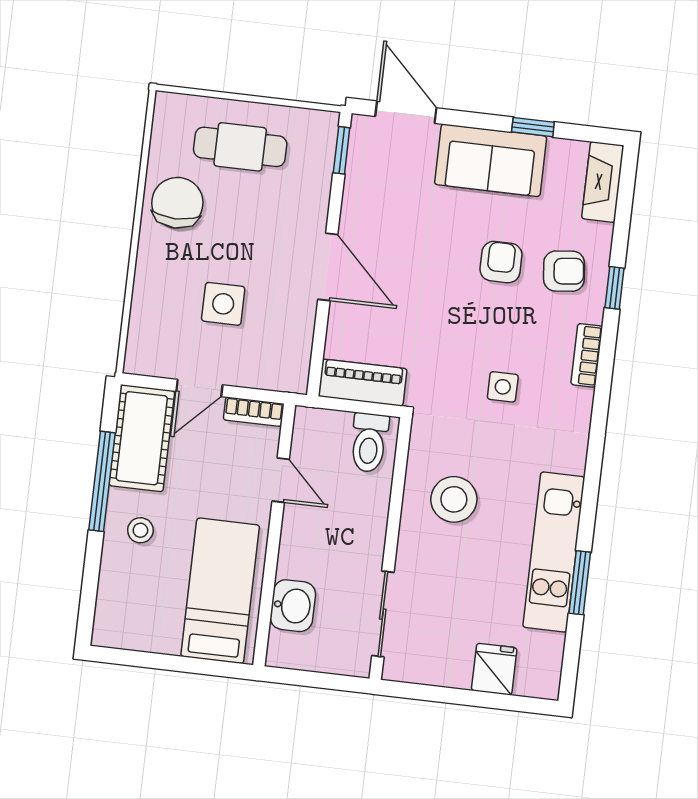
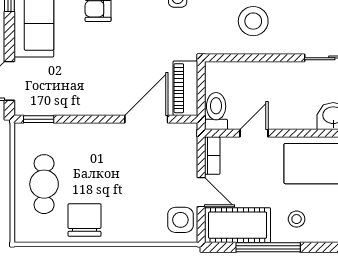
chair: (177, 203) -> (84, 220), turned 90
door: (328, 267) -> (146, 119), moved
side table: (223, 304) -> (180, 220), moved
toilet: (369, 443) -> (216, 111), moved, turned -90

